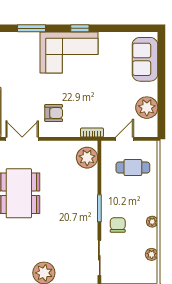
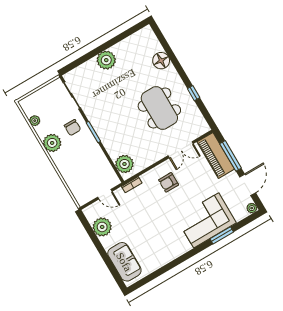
window: (80, 28) -> (186, 256), removed
corner sofa: (69, 53) -> (206, 220), moved
door: (125, 139) -> (105, 194), hinge flipped
cafe table: (133, 168) -> (86, 177), removed
plant: (152, 222) -> (52, 143), width x1.88, depth x1.88

